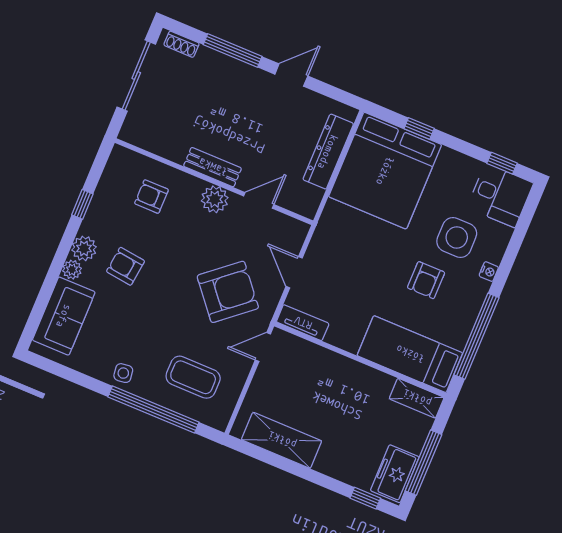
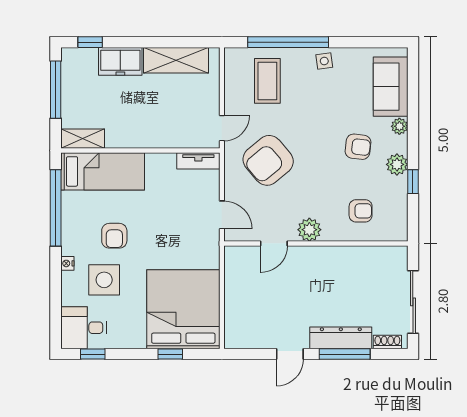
dresser: (328, 152) -> (341, 338), moved, turned -90
bench: (213, 167) -> (322, 255), removed
plant: (84, 248) -> (397, 164), moved
door: (294, 272) -> (222, 215), moved
armchair: (426, 280) -> (114, 236), turned 180
coffee table: (193, 377) -> (267, 81), turned 90
freezer: (395, 474) -> (120, 61), moved, turned 90

